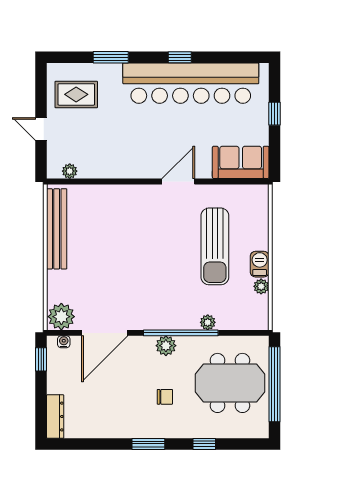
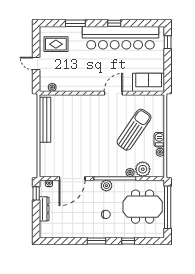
window: (275, 114) -> (168, 42), moved
sun lounger: (215, 246) -> (134, 130), turned -146
plant: (61, 317) -> (143, 169), moved
dresser: (55, 417) -> (44, 209), moved

